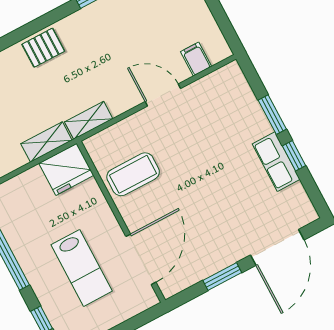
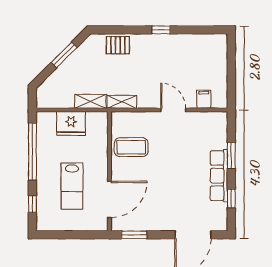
window: (294, 156) -> (231, 198), moved
row of seats: (276, 162) -> (219, 176), width x1.48
fridge: (66, 169) -> (71, 124), moved
window: (222, 277) -> (134, 235), moved

